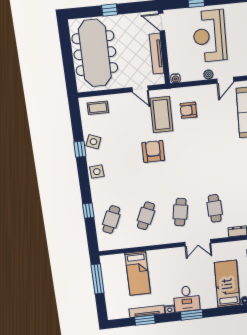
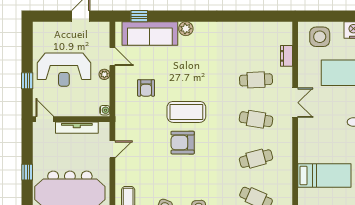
door: (162, 22) -> (45, 119), swing flipped
armchair: (188, 110) -> (146, 88), moved
coffee table: (161, 115) -> (186, 112), moved
cafe table: (146, 216) -> (256, 159), turned -39

